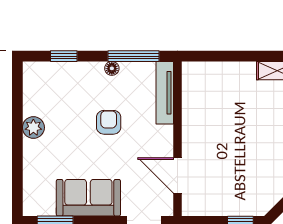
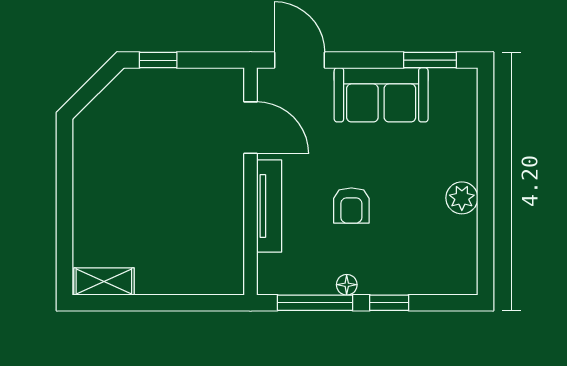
window: (64, 56) -> (389, 303), moved
tv unit: (165, 93) -> (269, 206), moved

